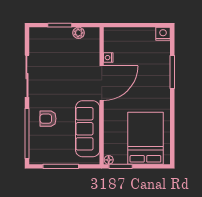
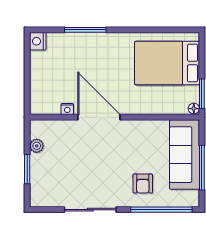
sofa: (88, 129) -> (184, 155), moved, turned 90

